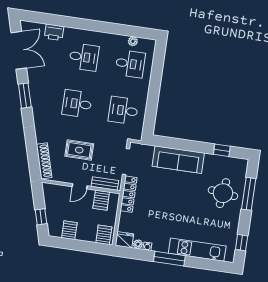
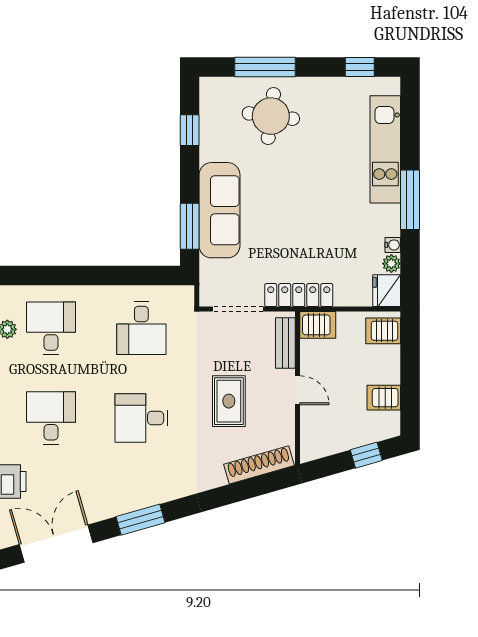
desk: (77, 104) -> (141, 418), turned 90
window: (172, 143) -> (190, 226), added
server rack: (101, 200) -> (318, 325), moved

